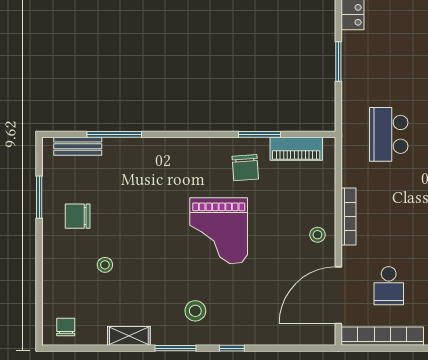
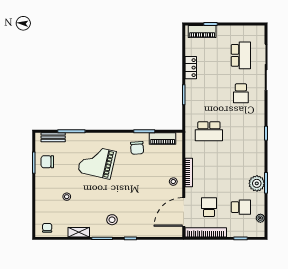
school desk: (389, 134) -> (209, 131), turned -90
chair: (78, 216) -> (47, 162), moved
grand piano: (219, 231) -> (97, 162), moved, turned 103
school desk: (389, 286) -> (209, 207), turned 180

